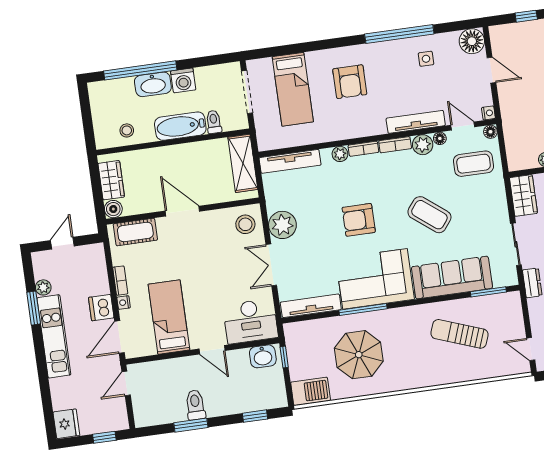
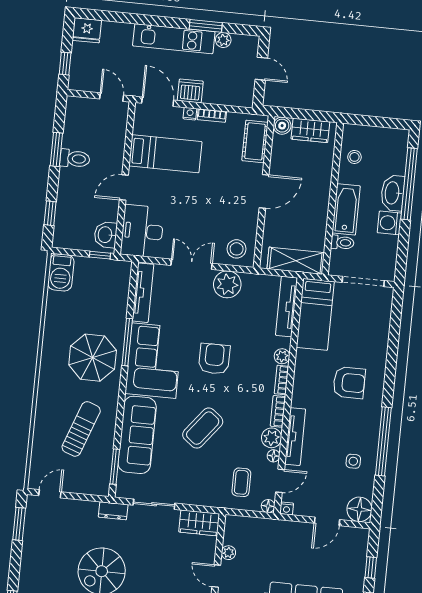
armchair: (350, 82) -> (349, 383), turned 180
bed: (293, 89) -> (315, 314), moved, turned -90
coffee table: (474, 164) -> (241, 482), width x0.73, depth x0.77
parasol: (359, 355) -> (93, 358), moved

